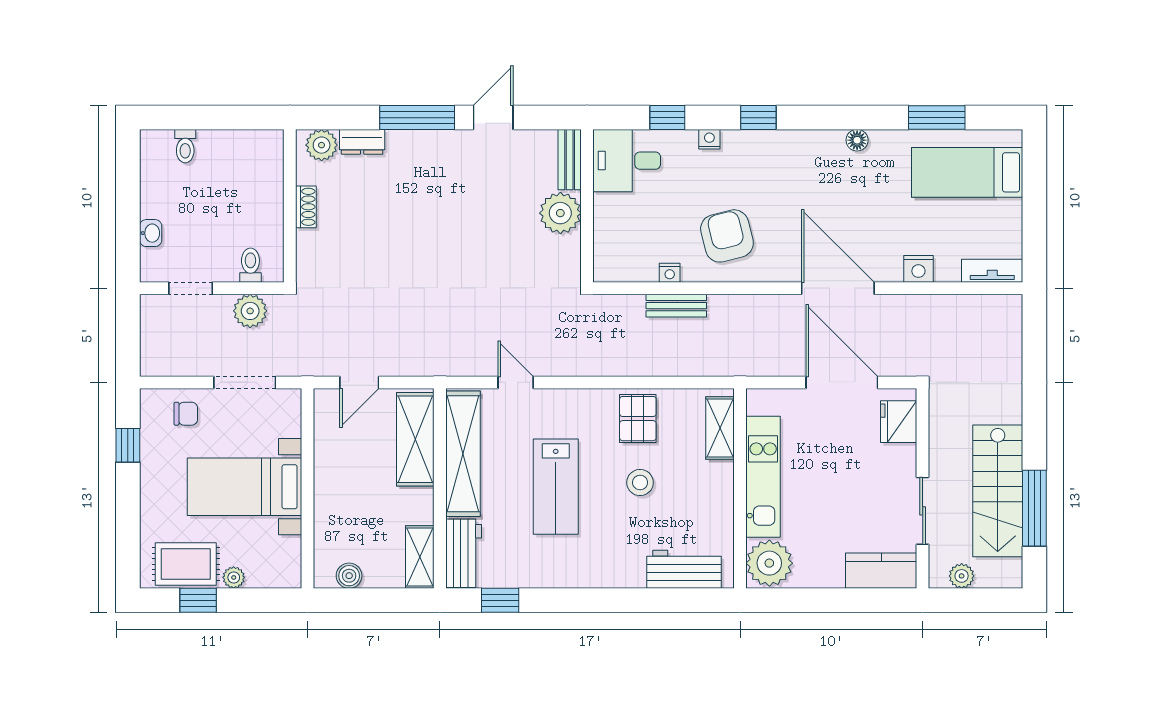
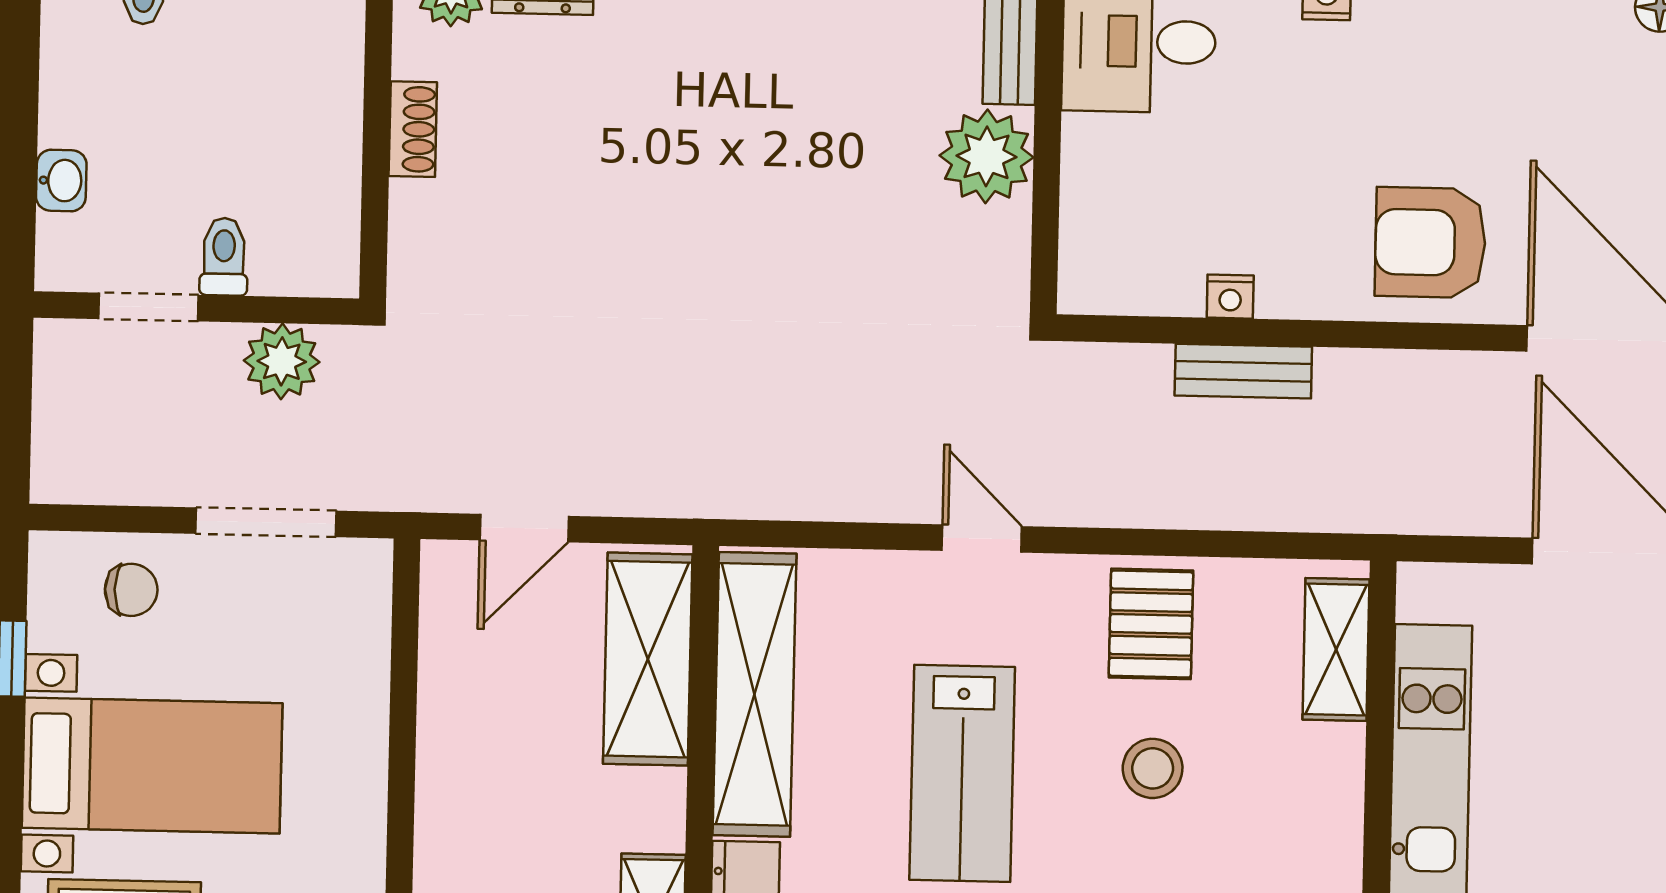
armchair: (727, 236) -> (1430, 242), moved, turned -76
toilet: (250, 265) -> (224, 257), moved
door: (516, 382) -> (982, 539), moved
bed with nightstands: (244, 487) -> (152, 766), moved, turned 180

